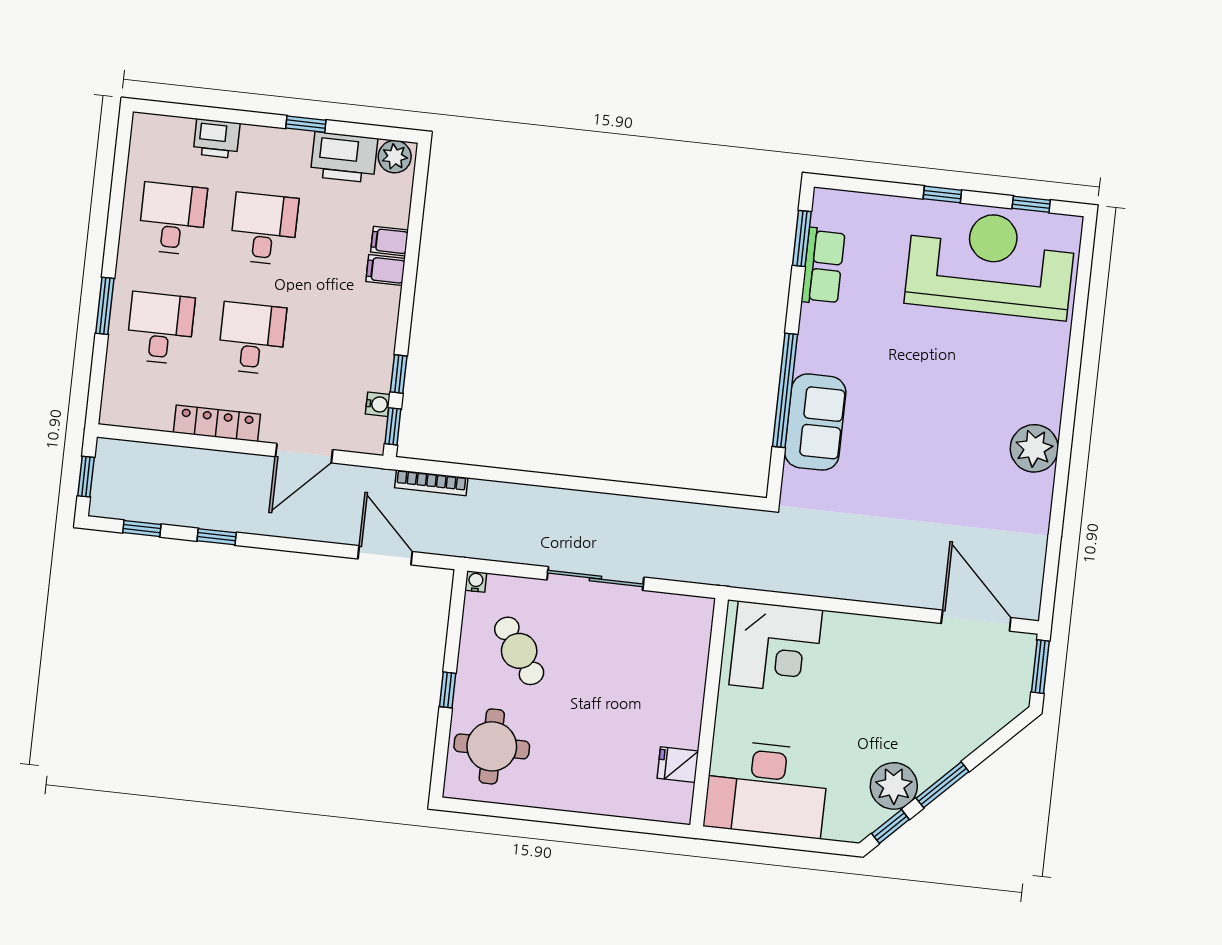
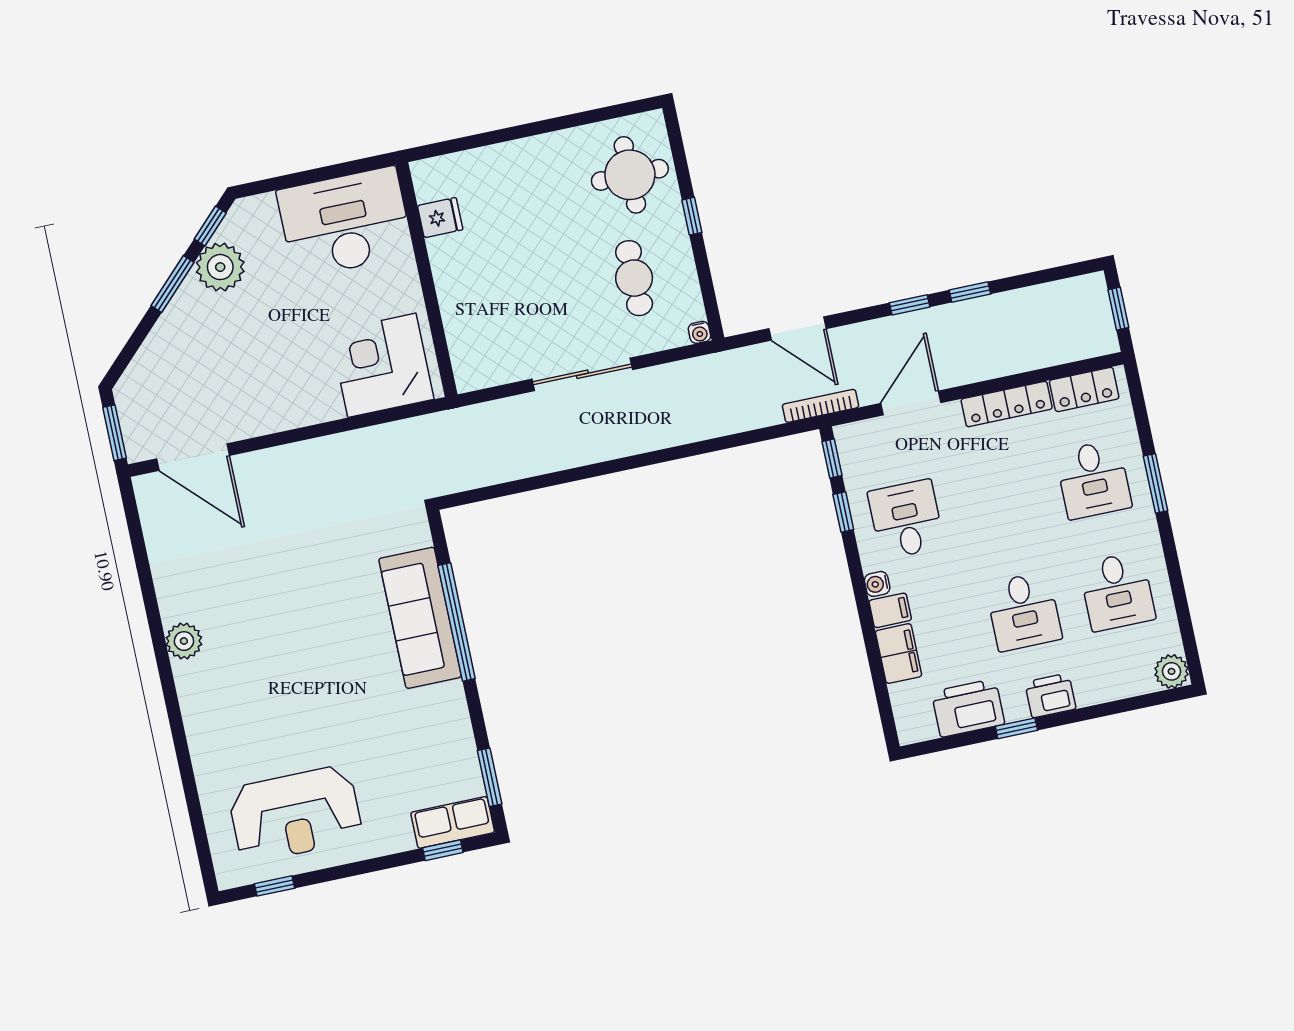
printer: (217, 139) -> (1050, 695), moved
plant: (395, 157) -> (1172, 671), moved
window: (942, 194) -> (443, 850), moved
filing cabinet: (389, 241) -> (899, 654), width x2.00
reception desk: (990, 264) -> (295, 814), width x0.74, depth x0.77
row of seats: (823, 266) -> (453, 822), moved, turned 90
desk: (252, 338) -> (906, 519), moved, turned 180
water cooler: (378, 404) -> (877, 584), moved
locker: (142, 413) -> (1084, 389), added
sofa: (815, 422) -> (420, 618), width x1.36
plant: (1034, 448) -> (184, 641), width x0.73, depth x0.73
bookcase: (431, 483) -> (821, 406), moved
window: (142, 528) -> (910, 305), moved
cafe table: (519, 651) -> (634, 278), turned 35

